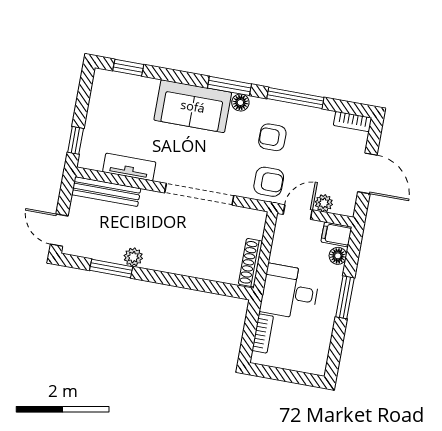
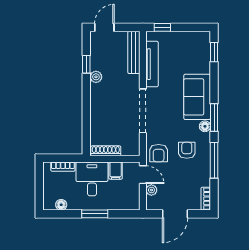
tv unit: (129, 167) -> (152, 64), width x1.41
filing cabinet: (336, 234) -> (116, 171), moved, turned 180
floor lamp: (338, 256) -> (61, 205), moved
window: (111, 269) -> (86, 64), width x0.67

